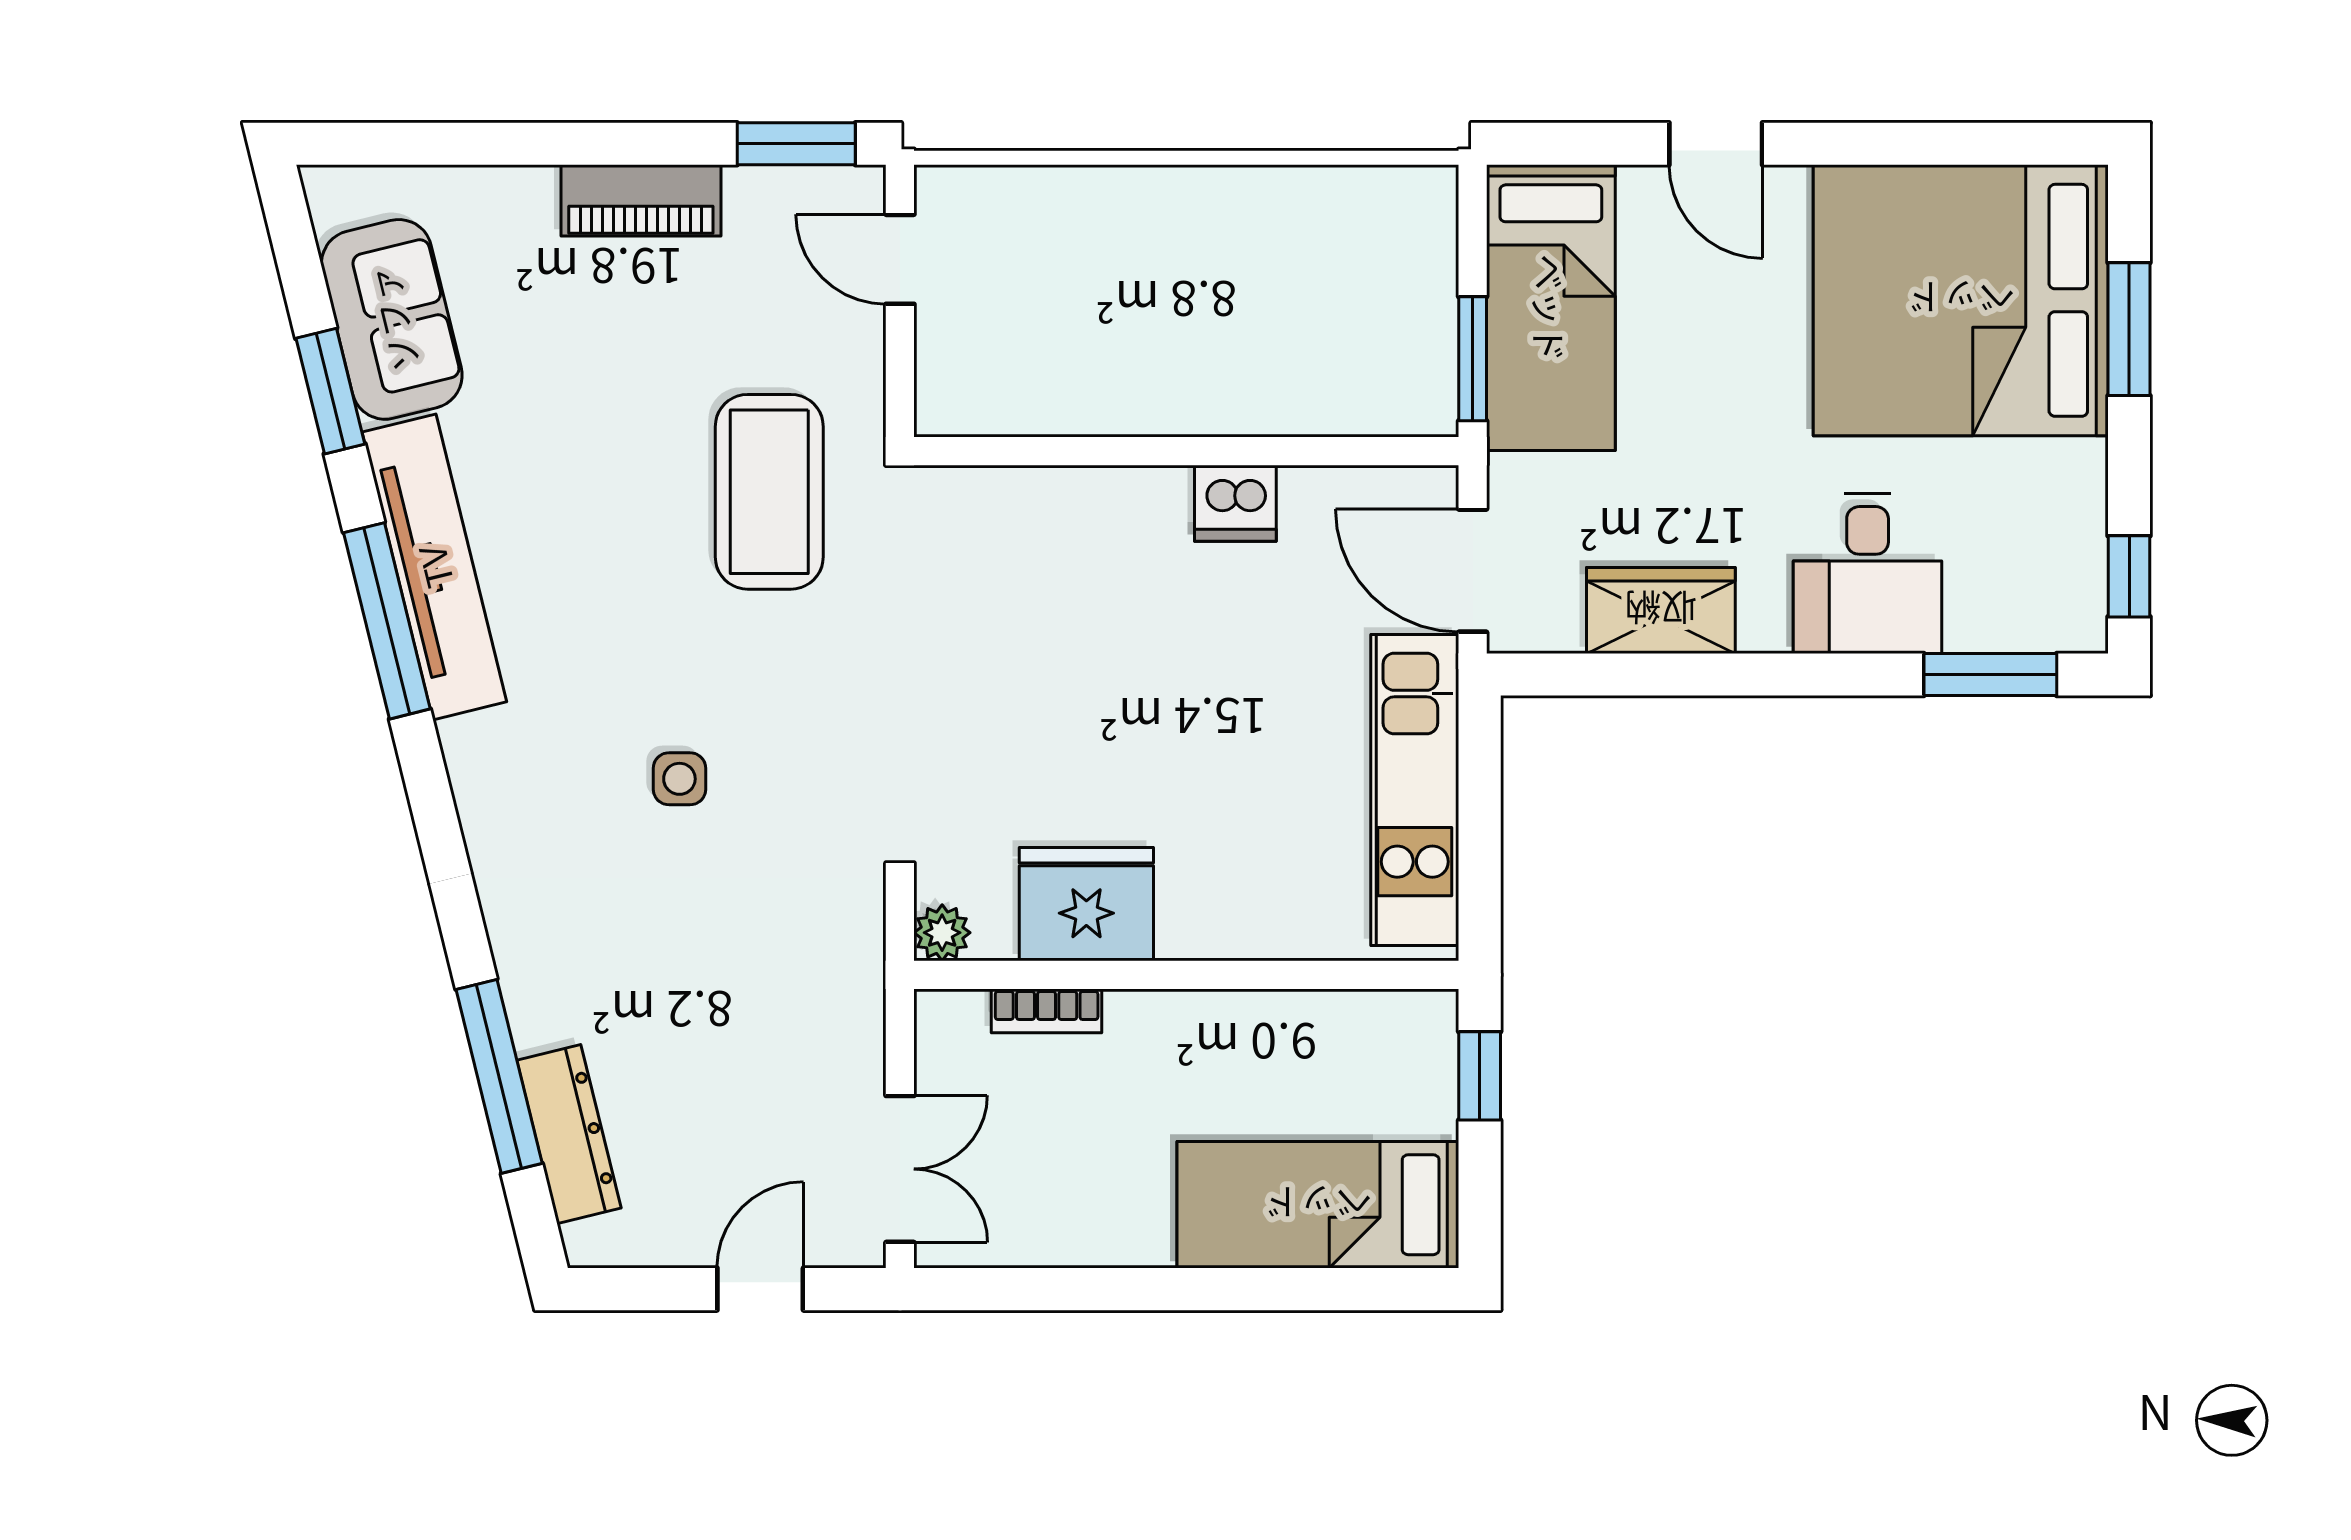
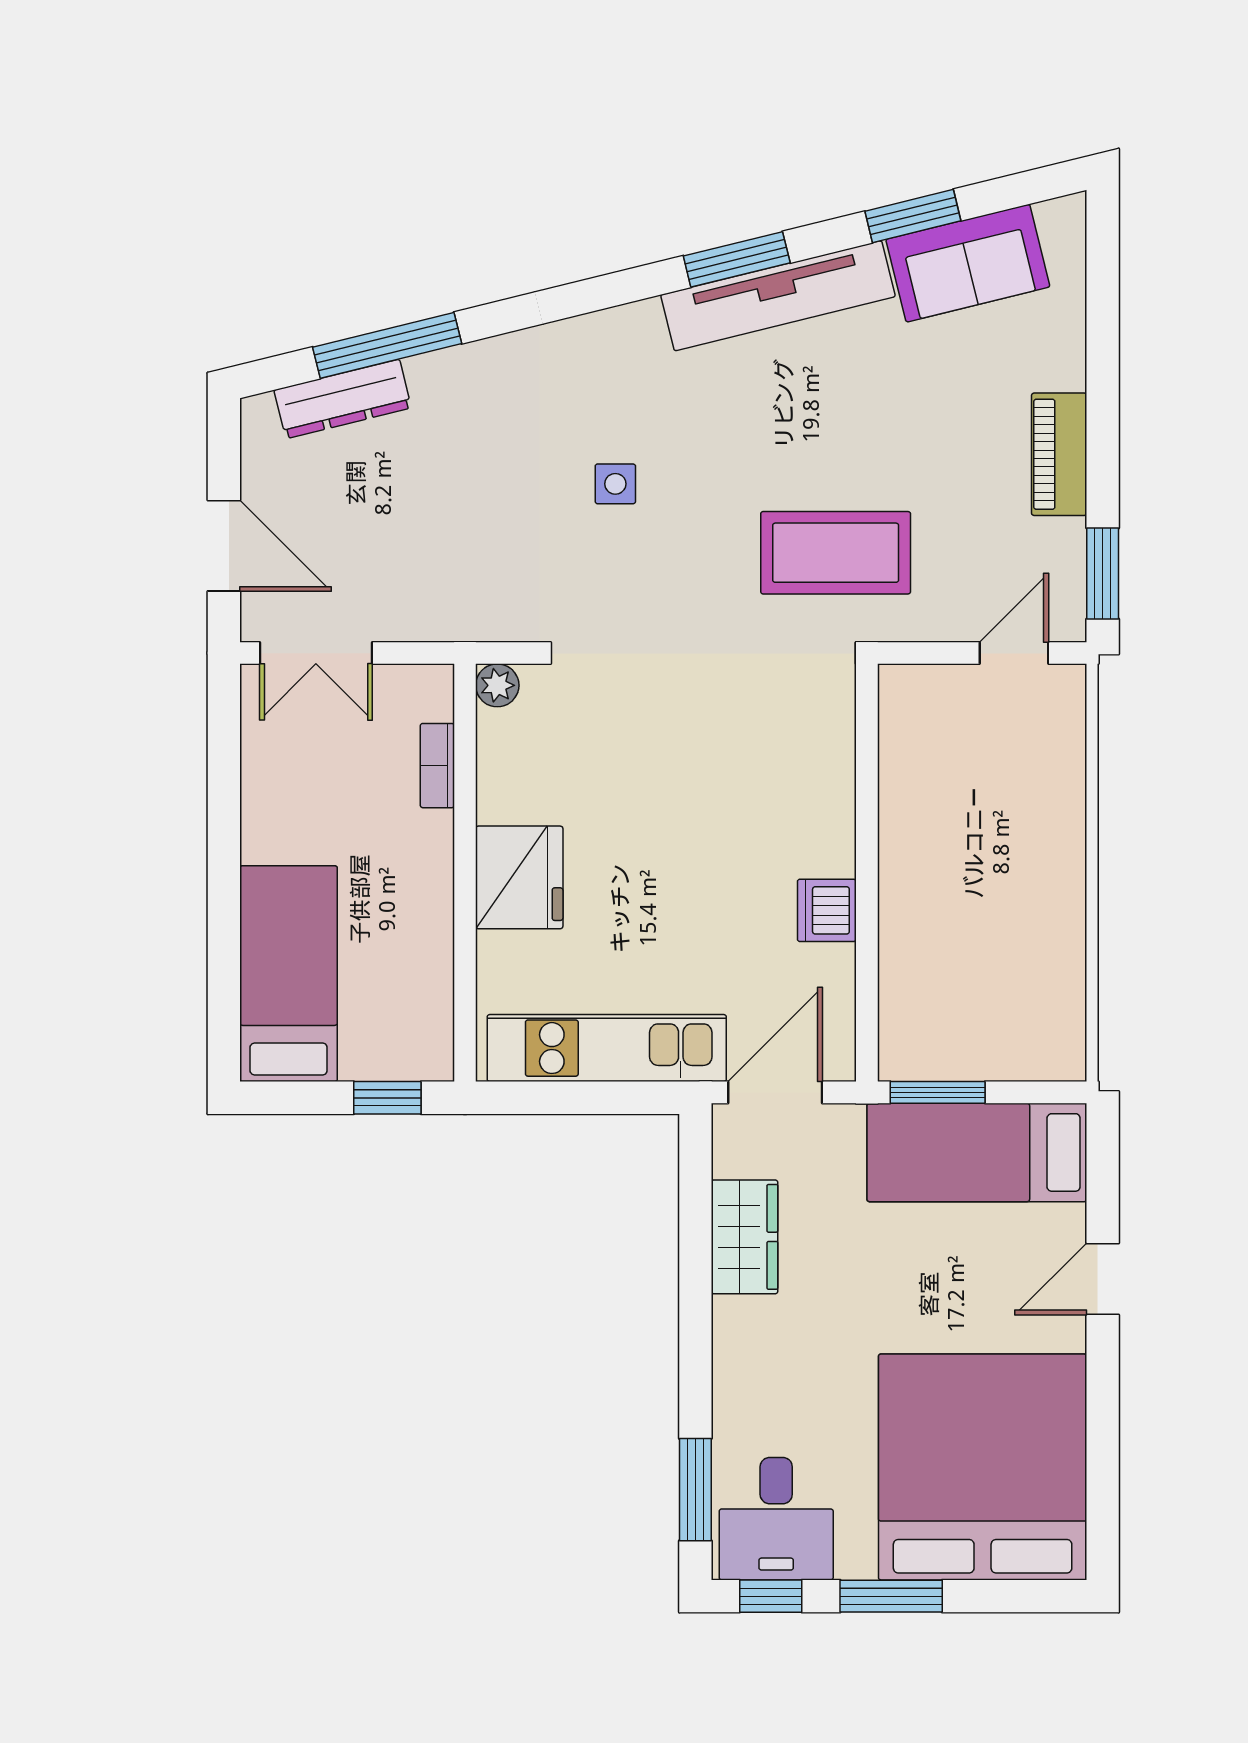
window: (2129, 329) -> (891, 1596), moved
desk: (1868, 574) -> (776, 1519), moved, turned -90
window: (387, 621) -> (737, 259), width x0.69
fridge: (1086, 904) -> (519, 877), moved
door: (760, 1289) -> (224, 546), width x1.38

